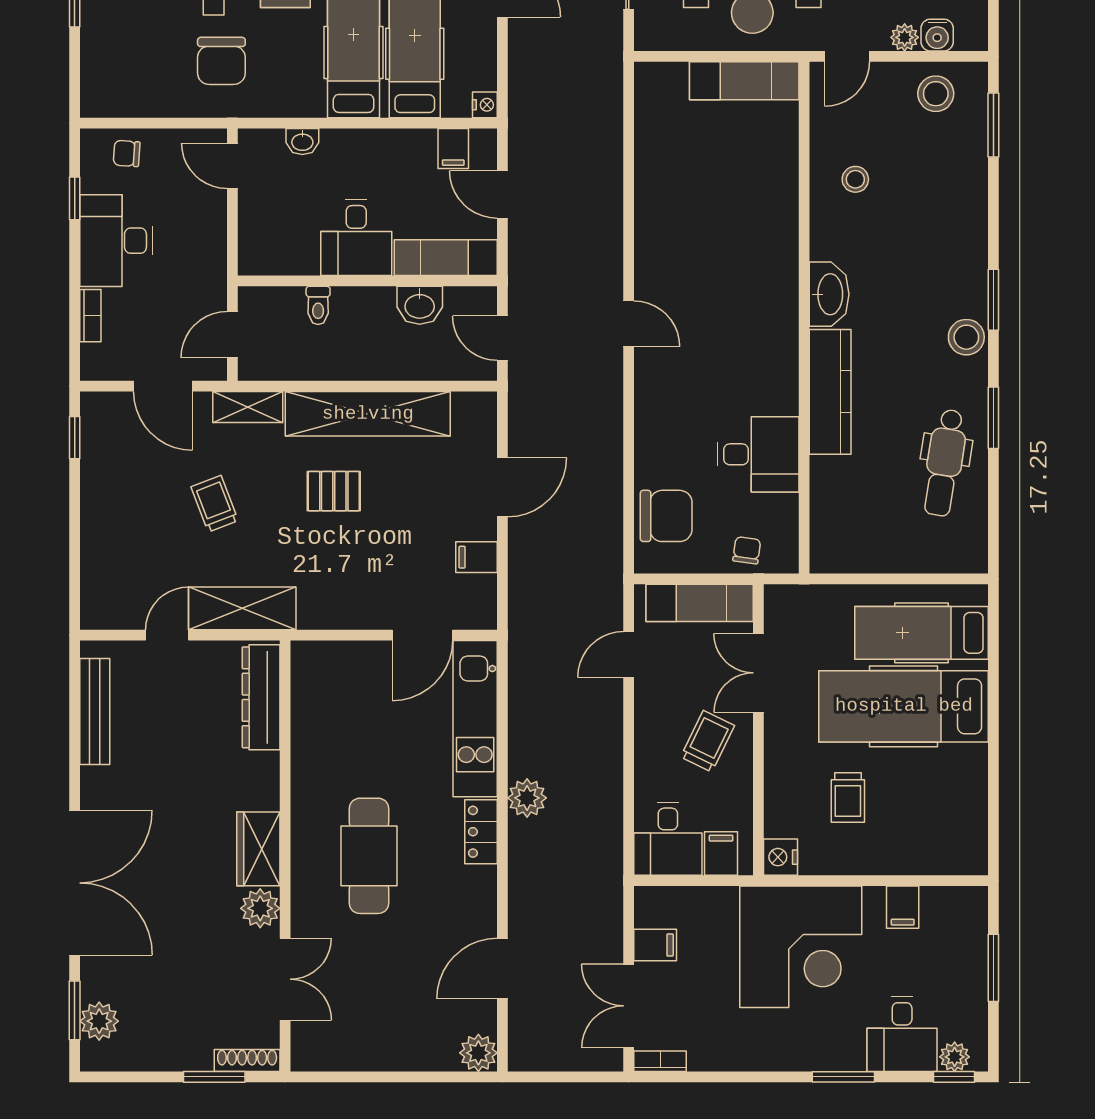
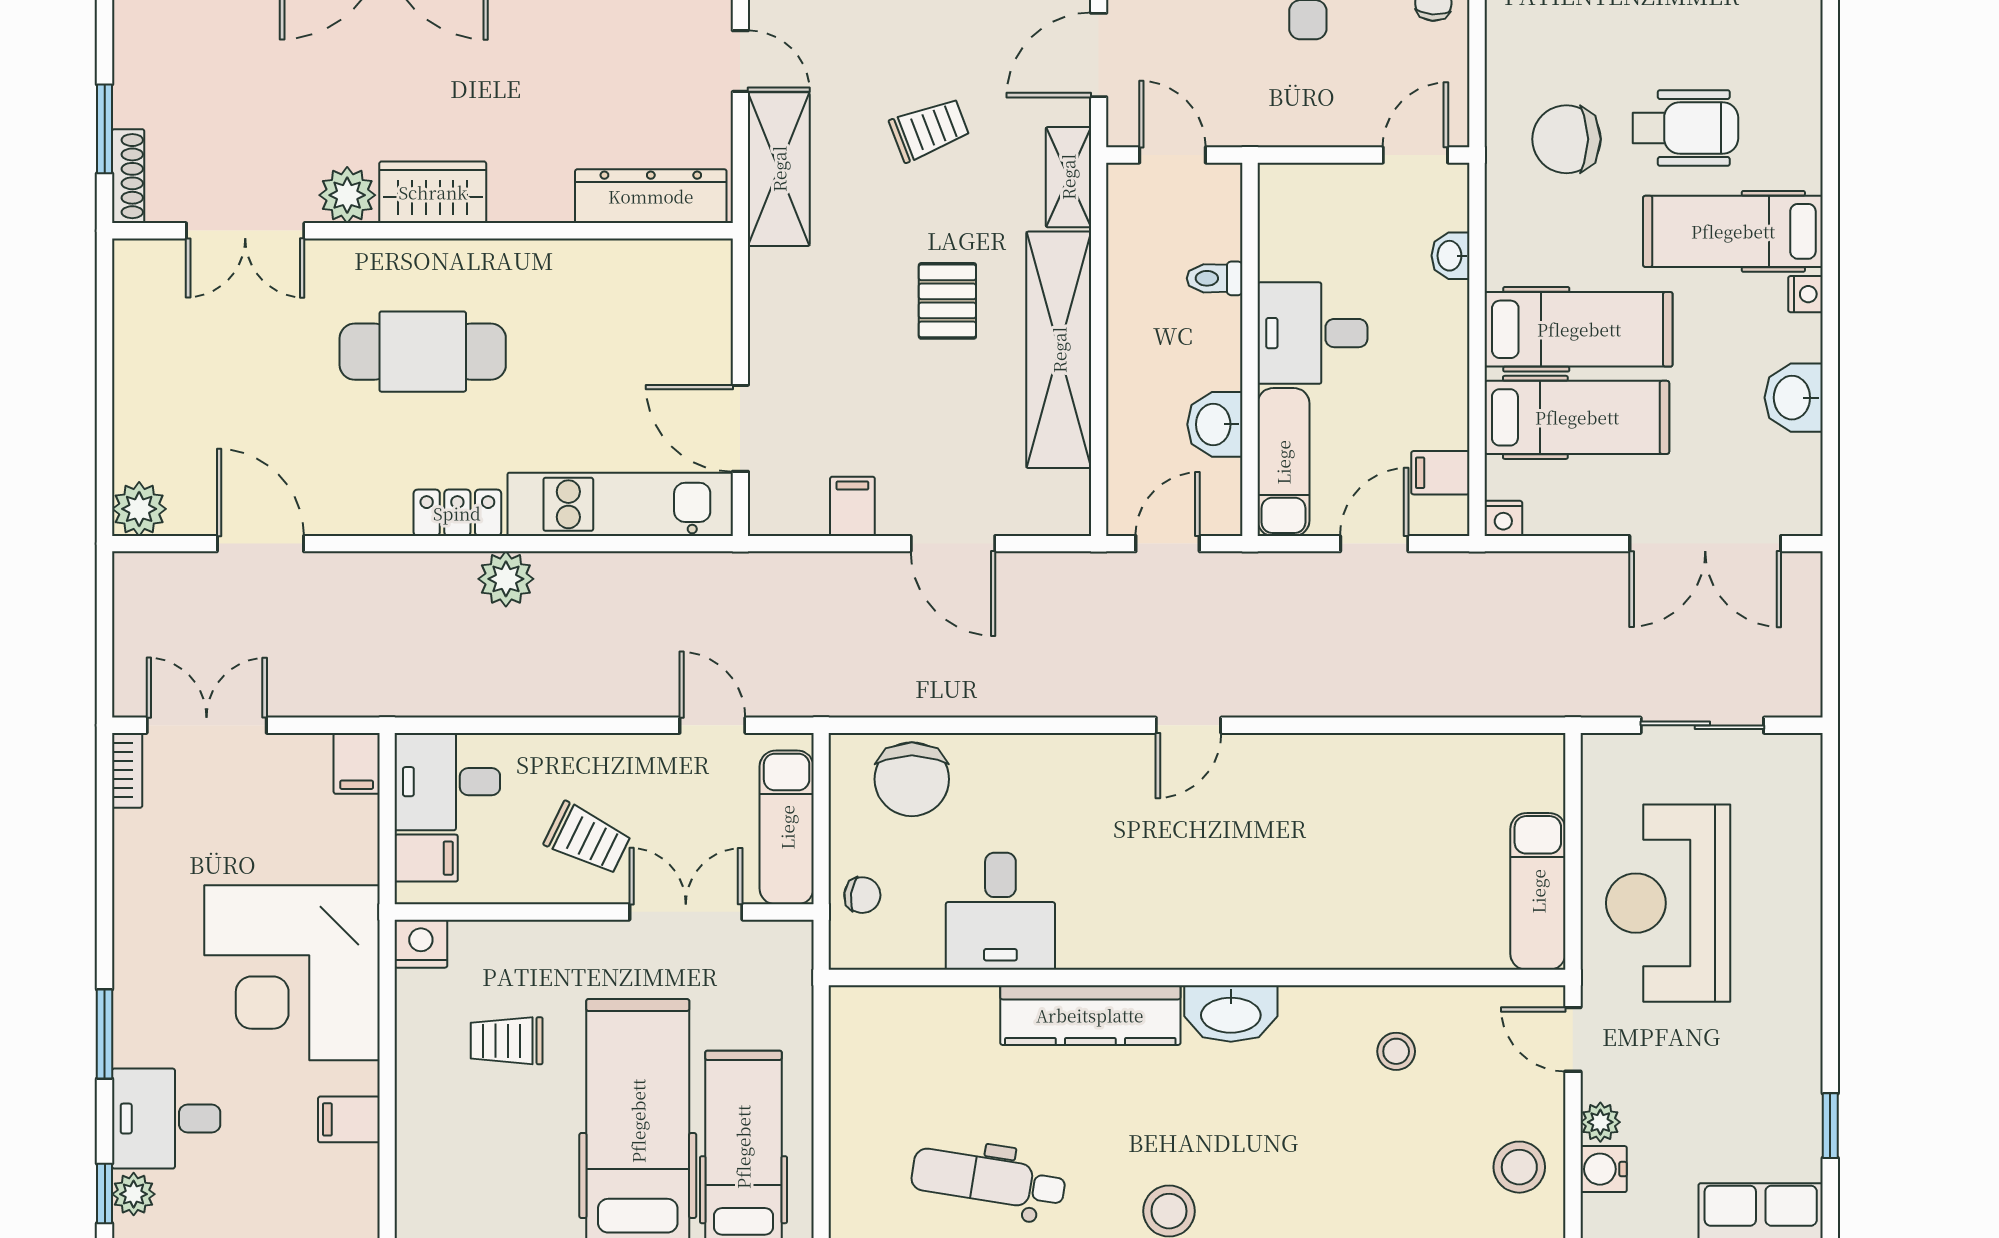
filing cabinet: (655, 945) -> (357, 763), moved

